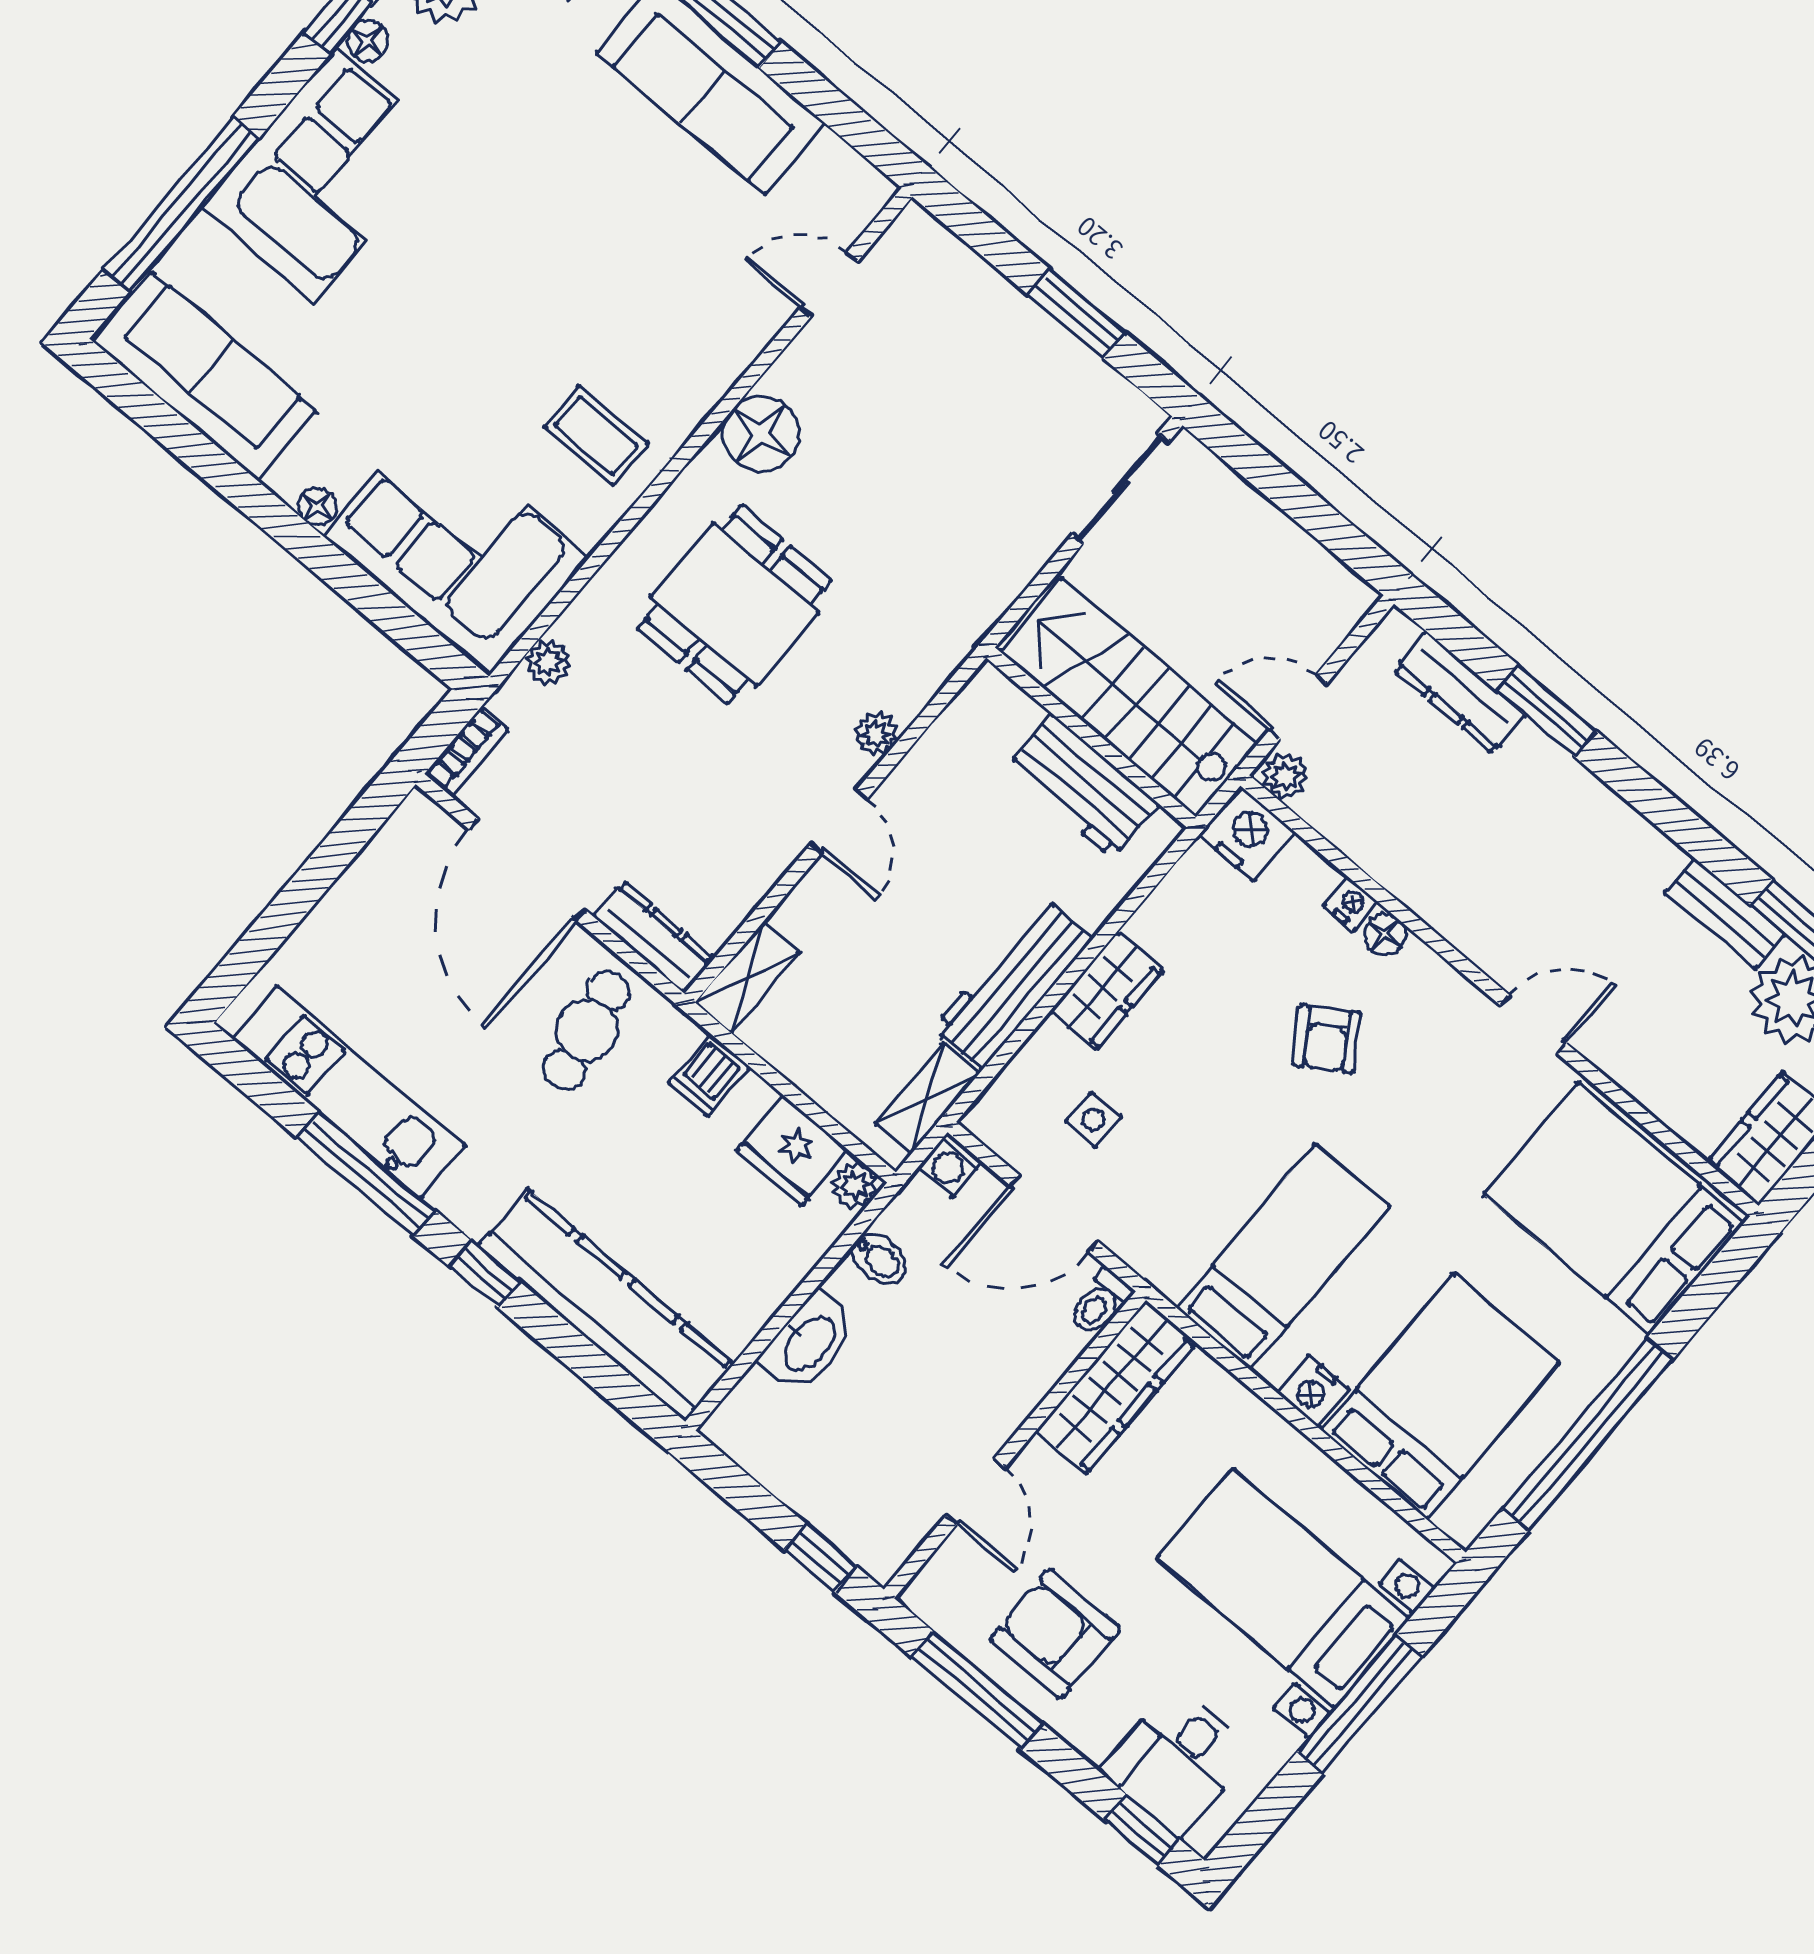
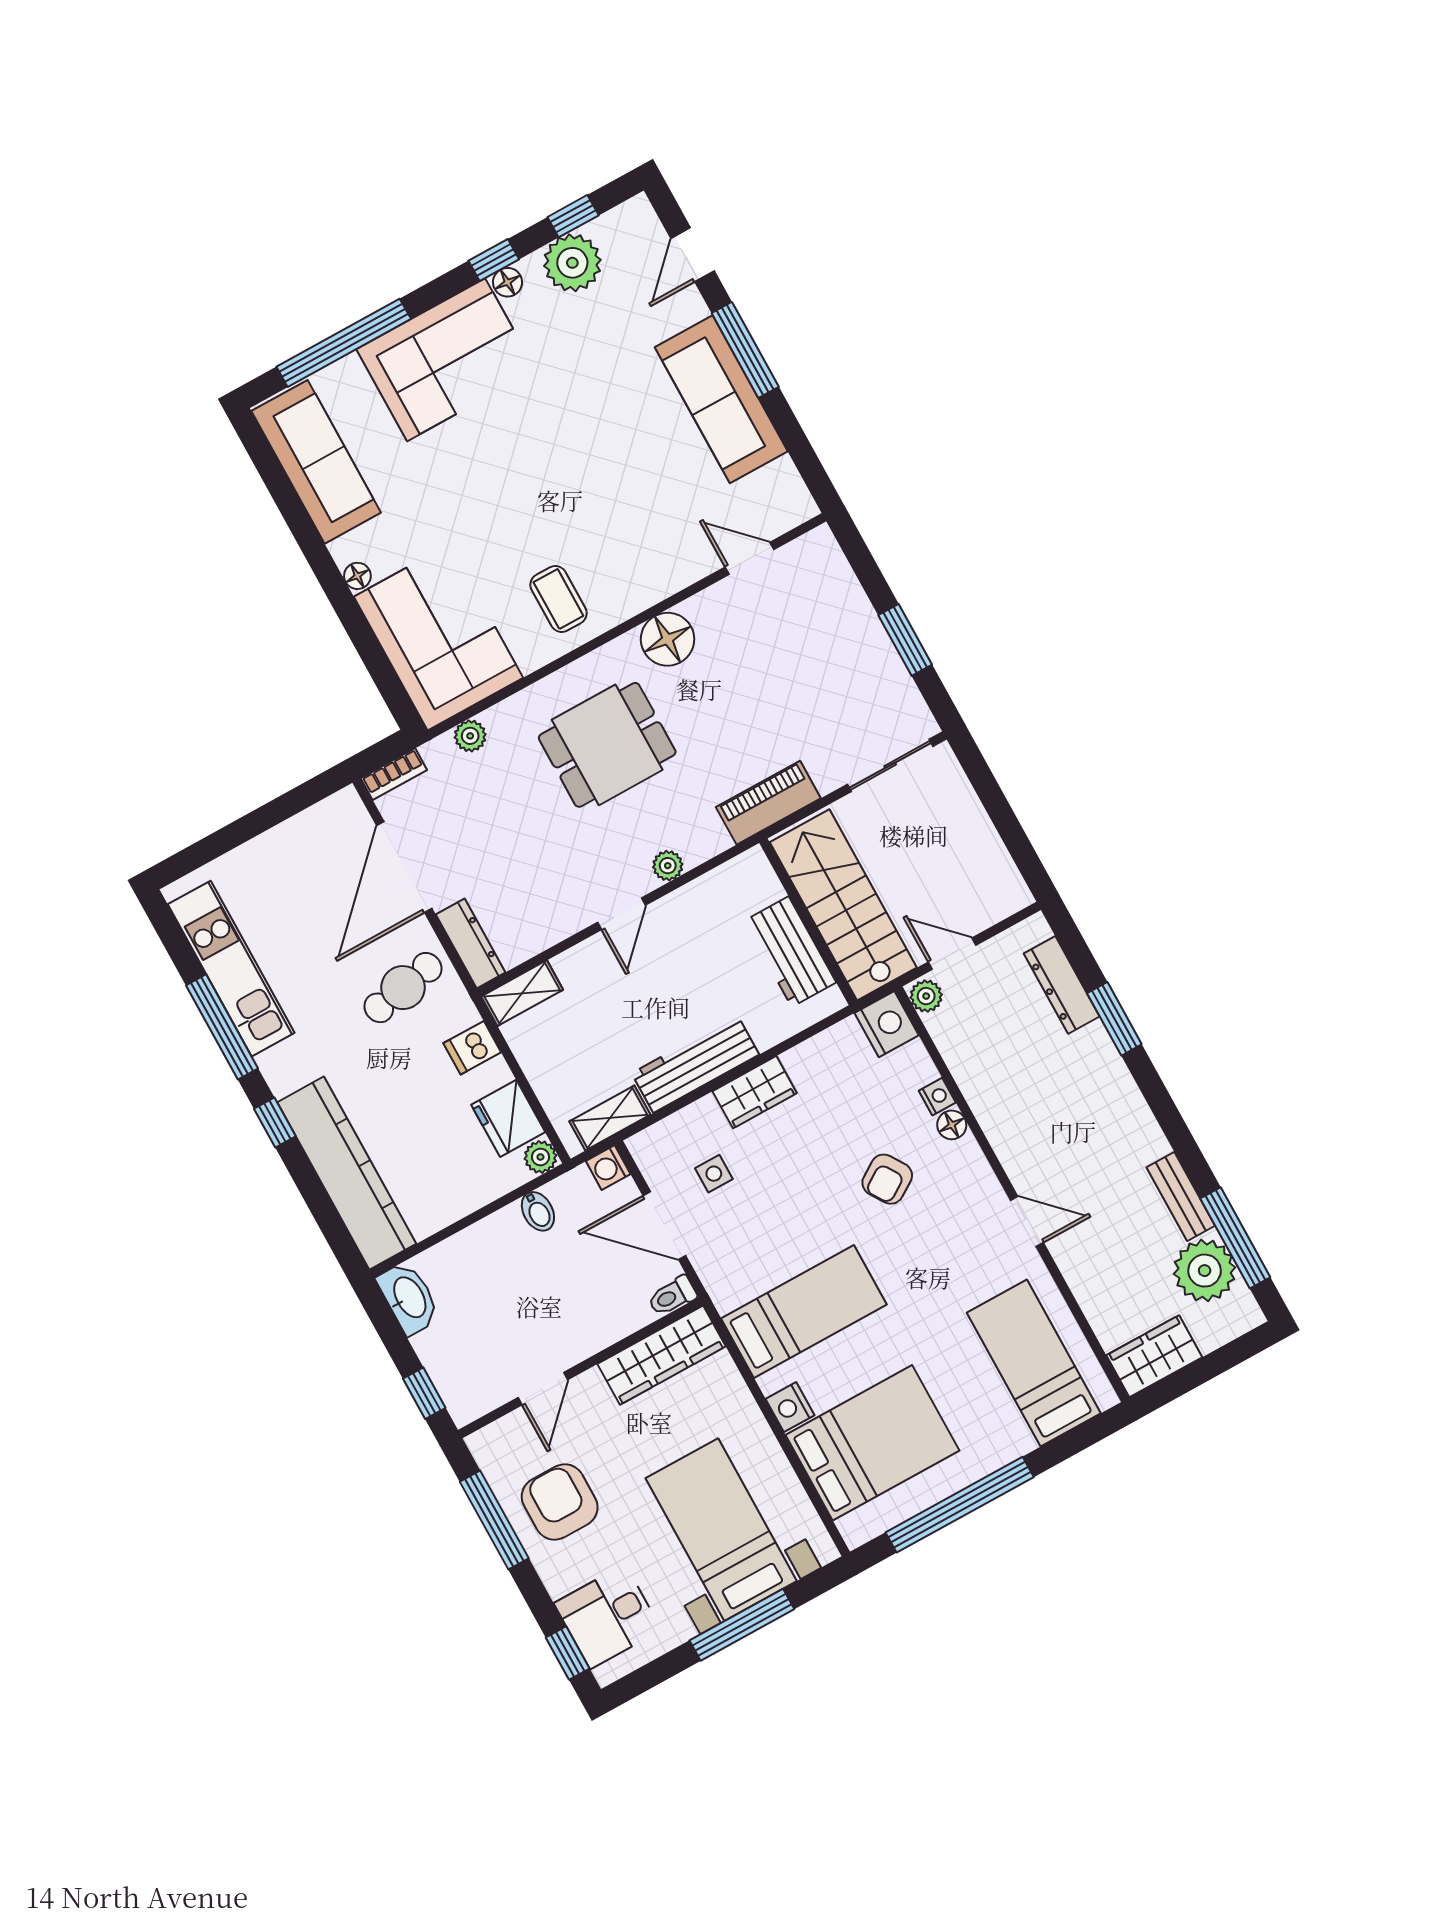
piano: (978, 600) -> (768, 803), added
bed: (1614, 1209) -> (1034, 1363), width x0.67
washbasin: (808, 1343) -> (409, 1298), moved, turned -90

